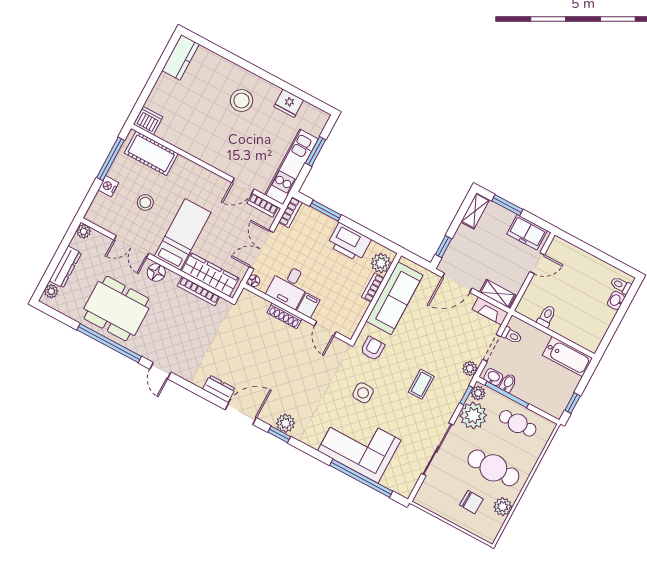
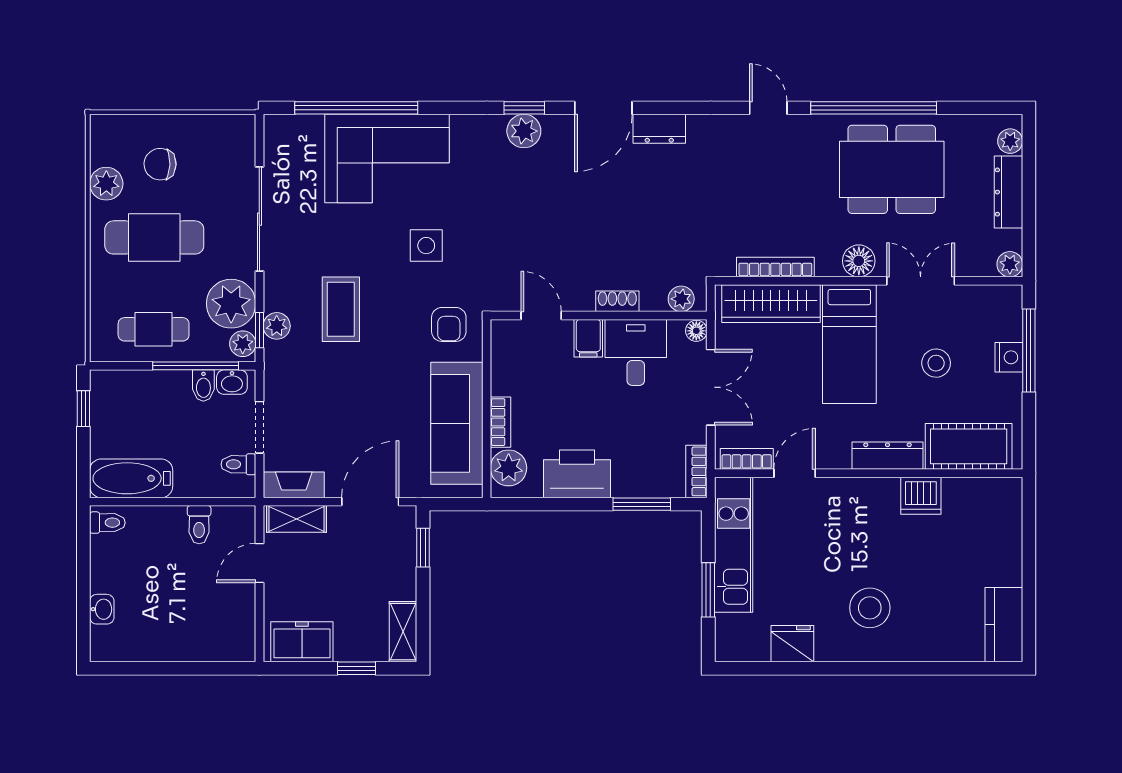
dishwasher: (148, 121) -> (921, 496), moved
window: (111, 159) -> (1029, 351), moved
dresser: (193, 170) -> (887, 456), added
window: (507, 205) -> (357, 668), width x0.67
door: (537, 263) -> (259, 563), moved
toilet: (621, 285) -> (107, 523), moved
plant: (253, 300) -> (681, 299), added
shoe rack: (284, 316) -> (617, 301), width x0.70
plant: (470, 368) -> (277, 326), moved
coffee table: (421, 384) -> (341, 309), width x1.36, depth x1.30

